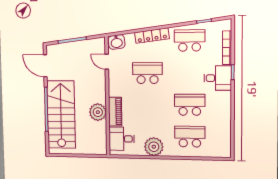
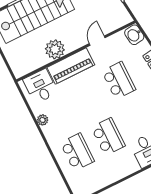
door: (107, 62) -> (97, 41), moved
piano: (115, 112) -> (71, 66), width x1.37, depth x1.33
plant: (154, 147) -> (43, 120), width x0.53, depth x0.53

